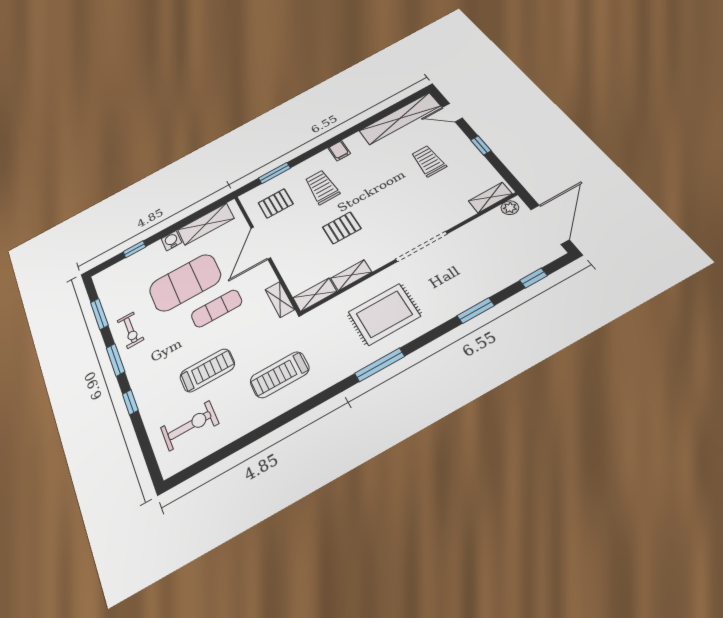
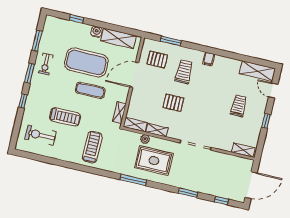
shelving: (400, 118) -> (258, 71), width x0.68
plant: (510, 208) -> (145, 139), moved
treadmill: (280, 375) -> (92, 147), turned 90
exercise bike: (190, 426) -> (41, 135), turned 180

